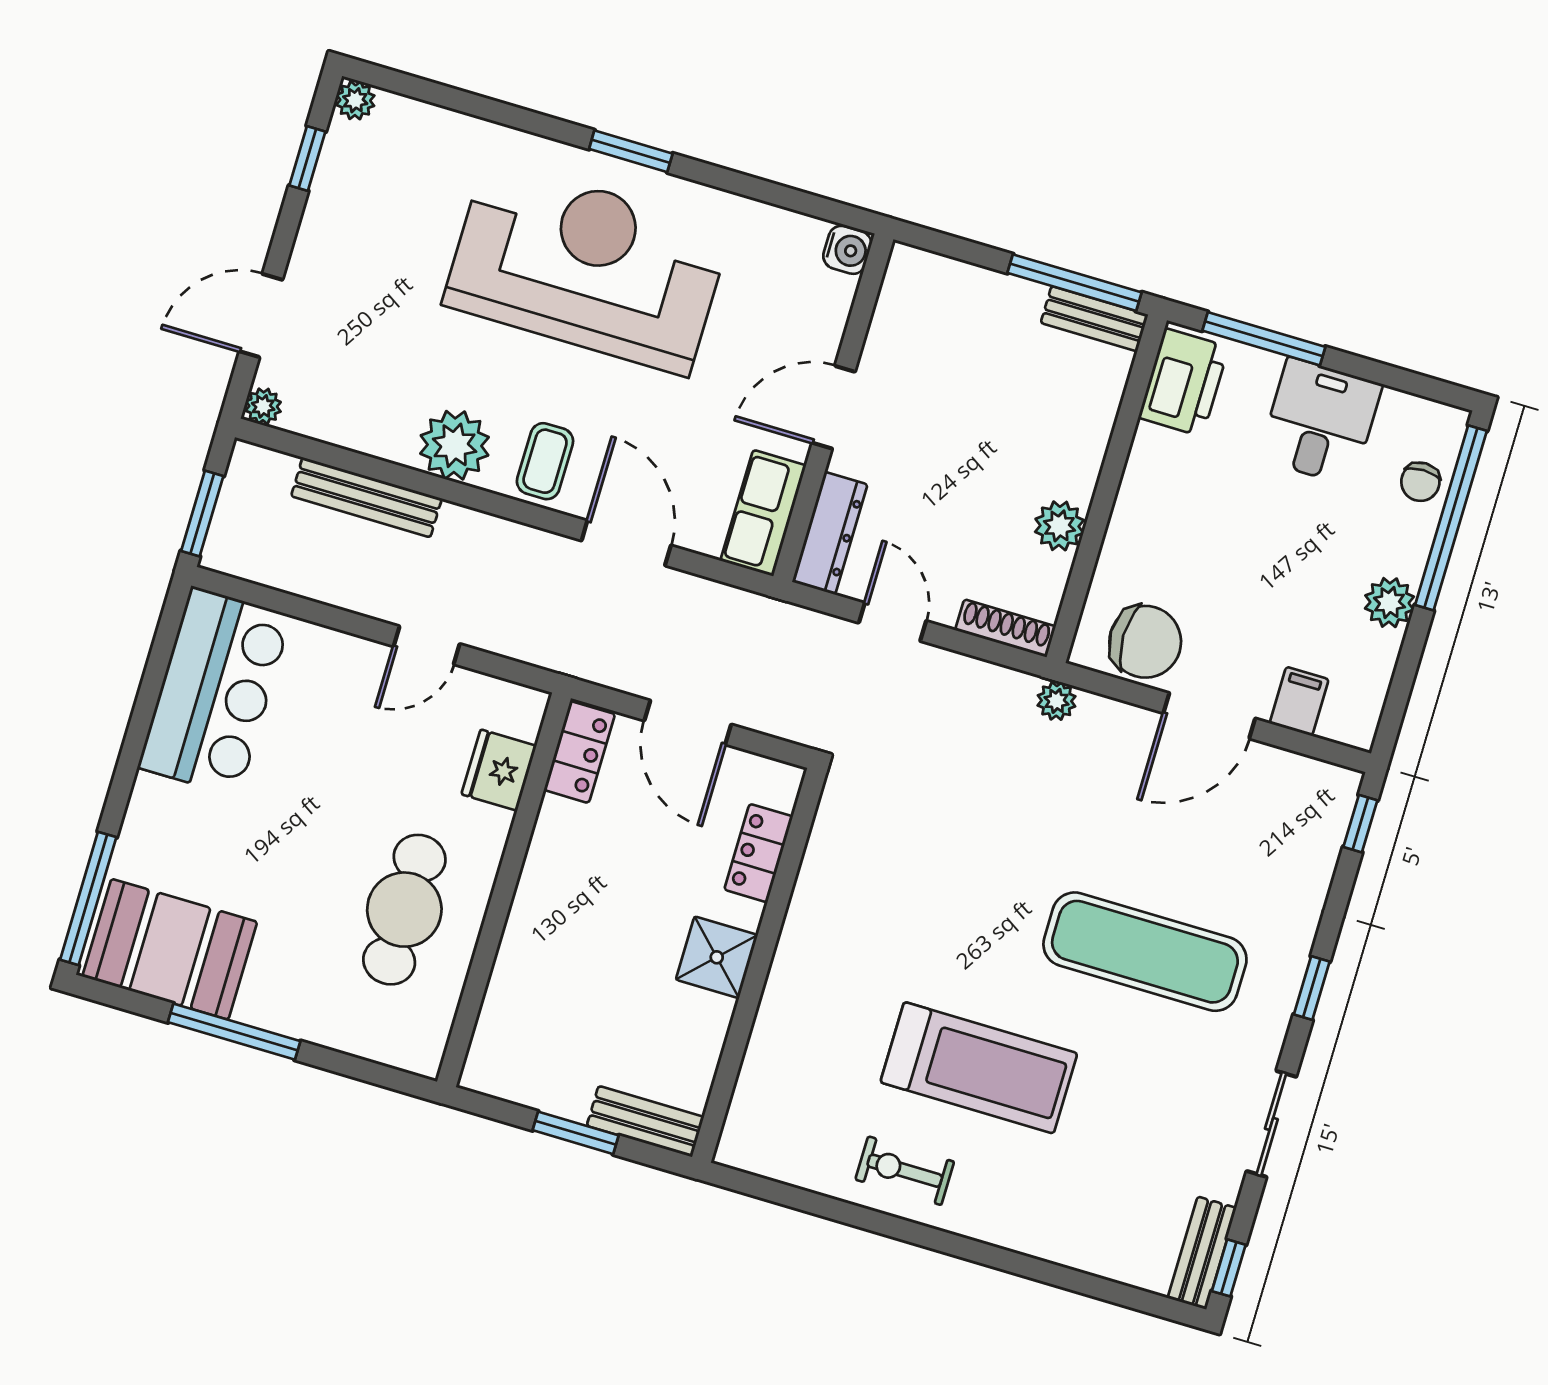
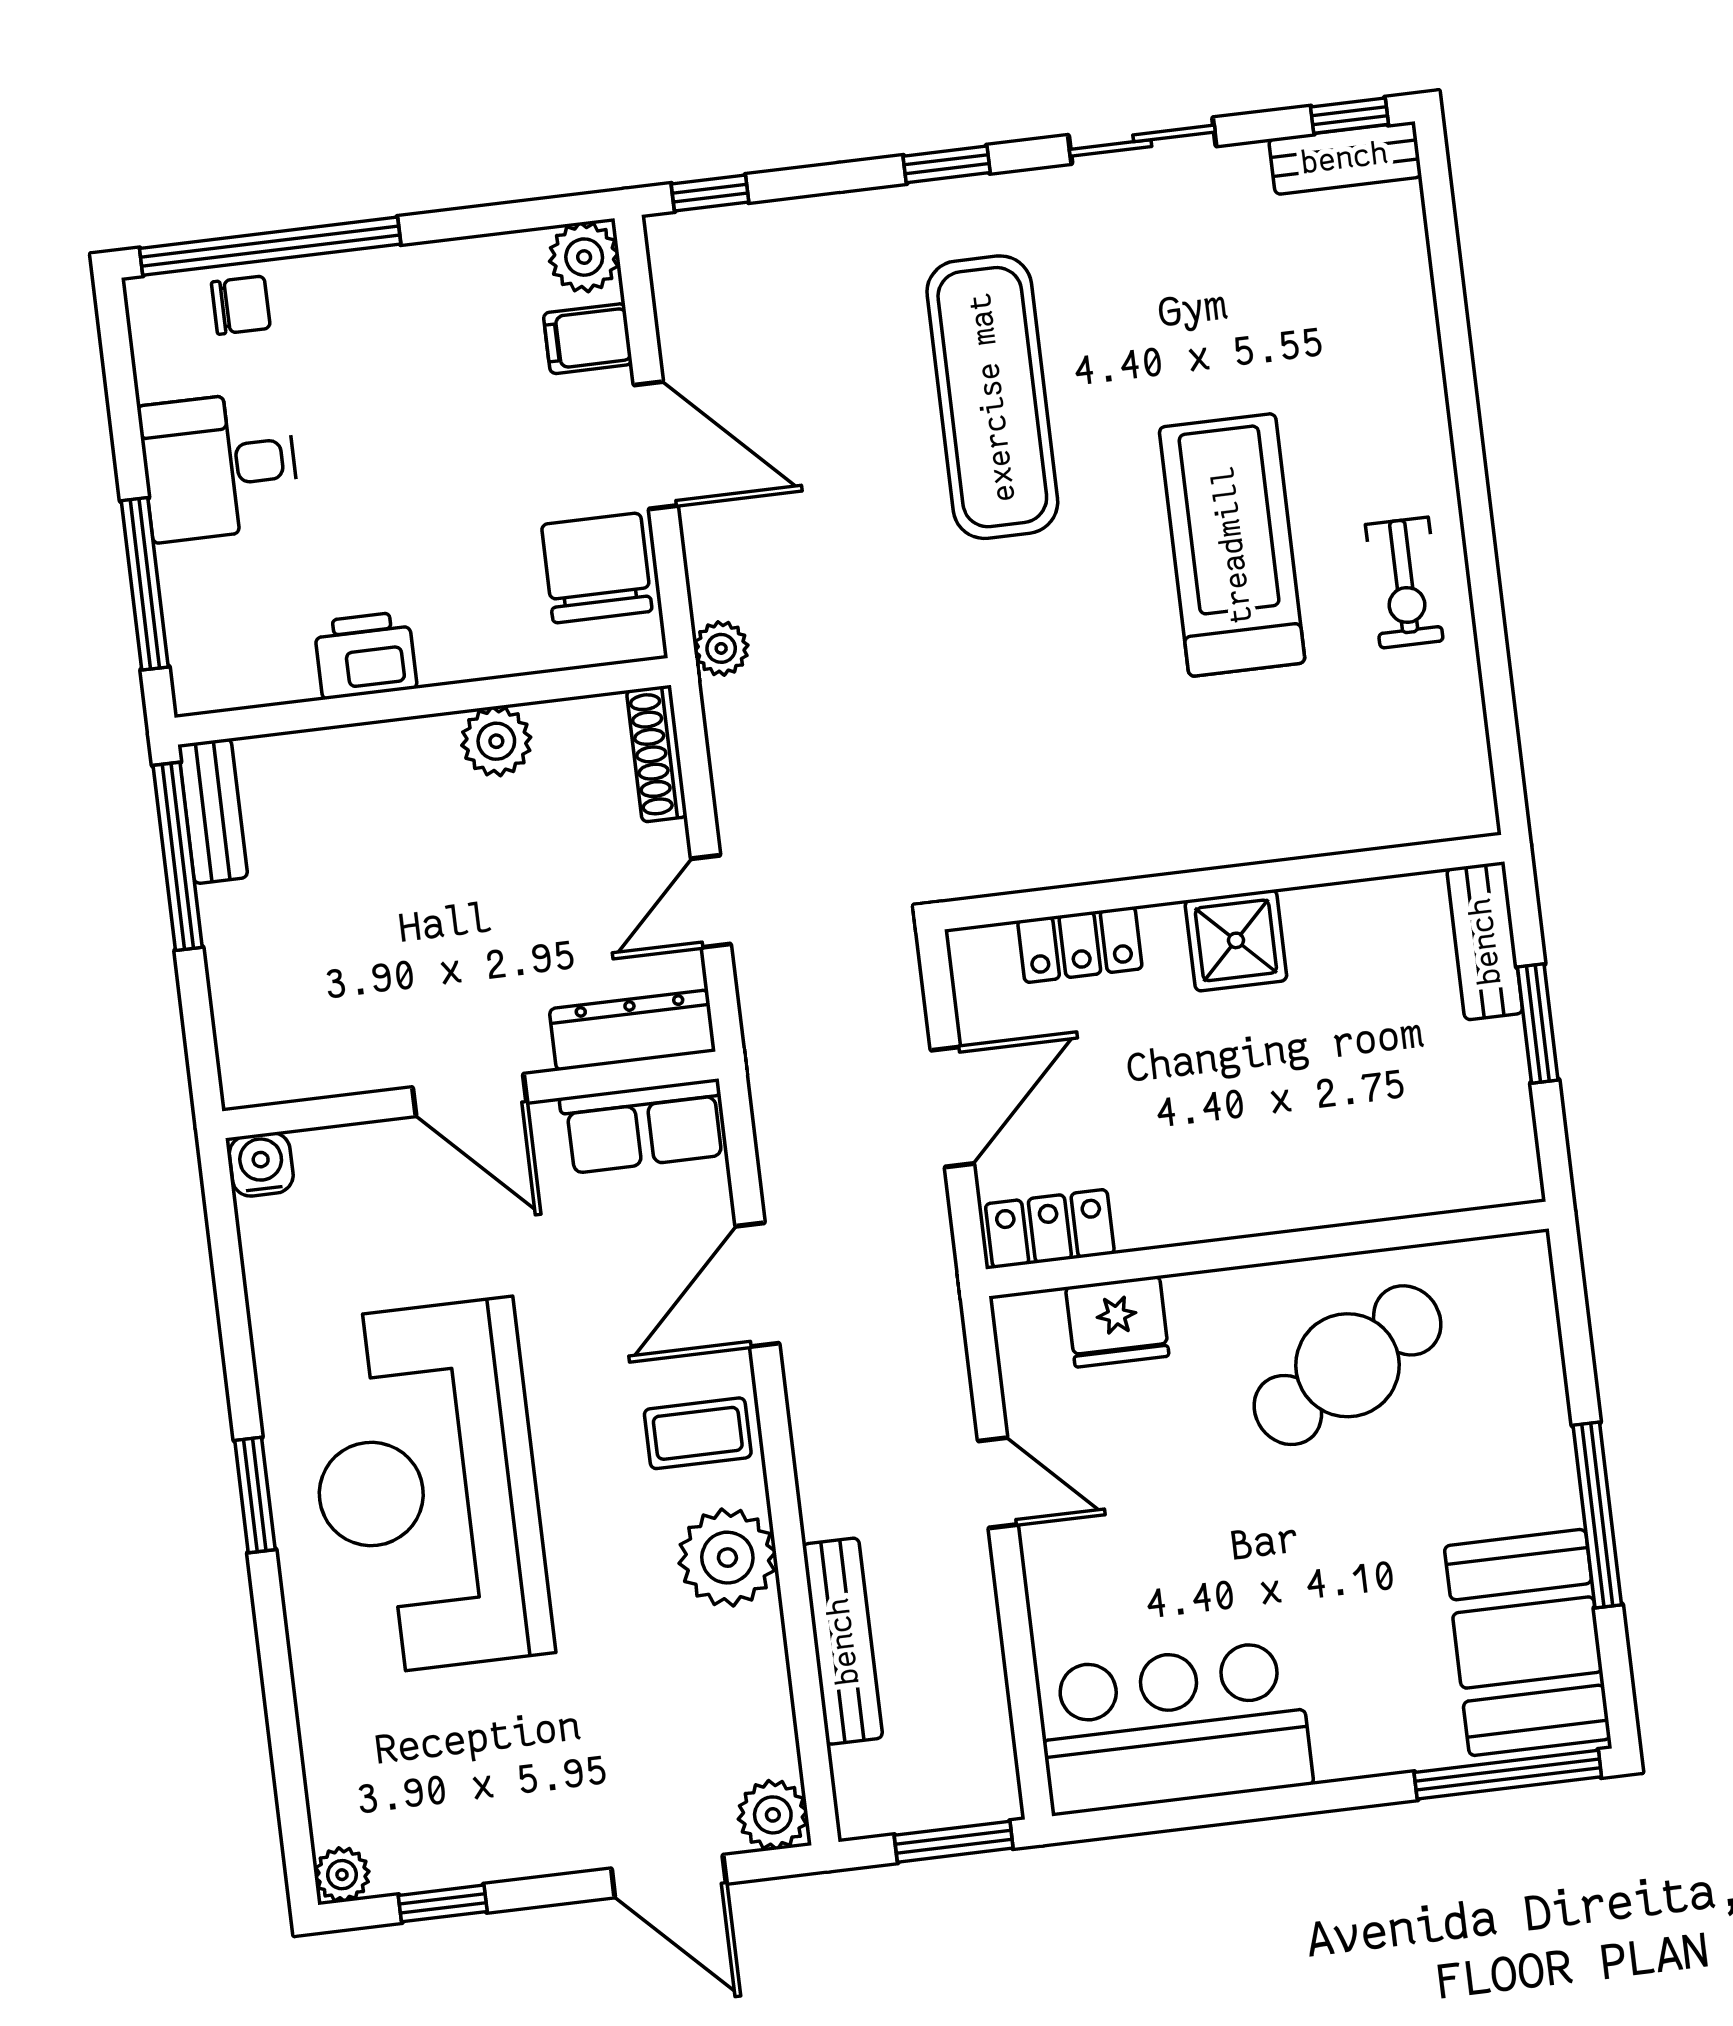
printer: (1184, 382) -> (365, 655), moved, width x0.73, depth x0.84
plant: (263, 406) -> (773, 1815), width x1.38, depth x1.38
plant: (1389, 603) -> (584, 257), moved
cafe table: (404, 910) -> (1348, 1365), turned -30

